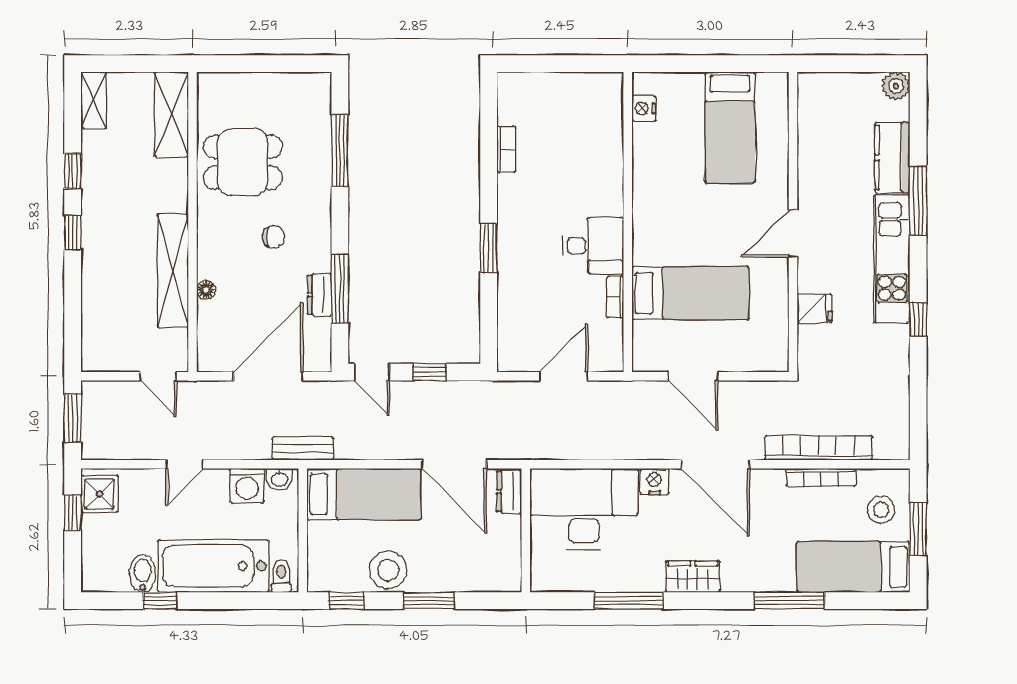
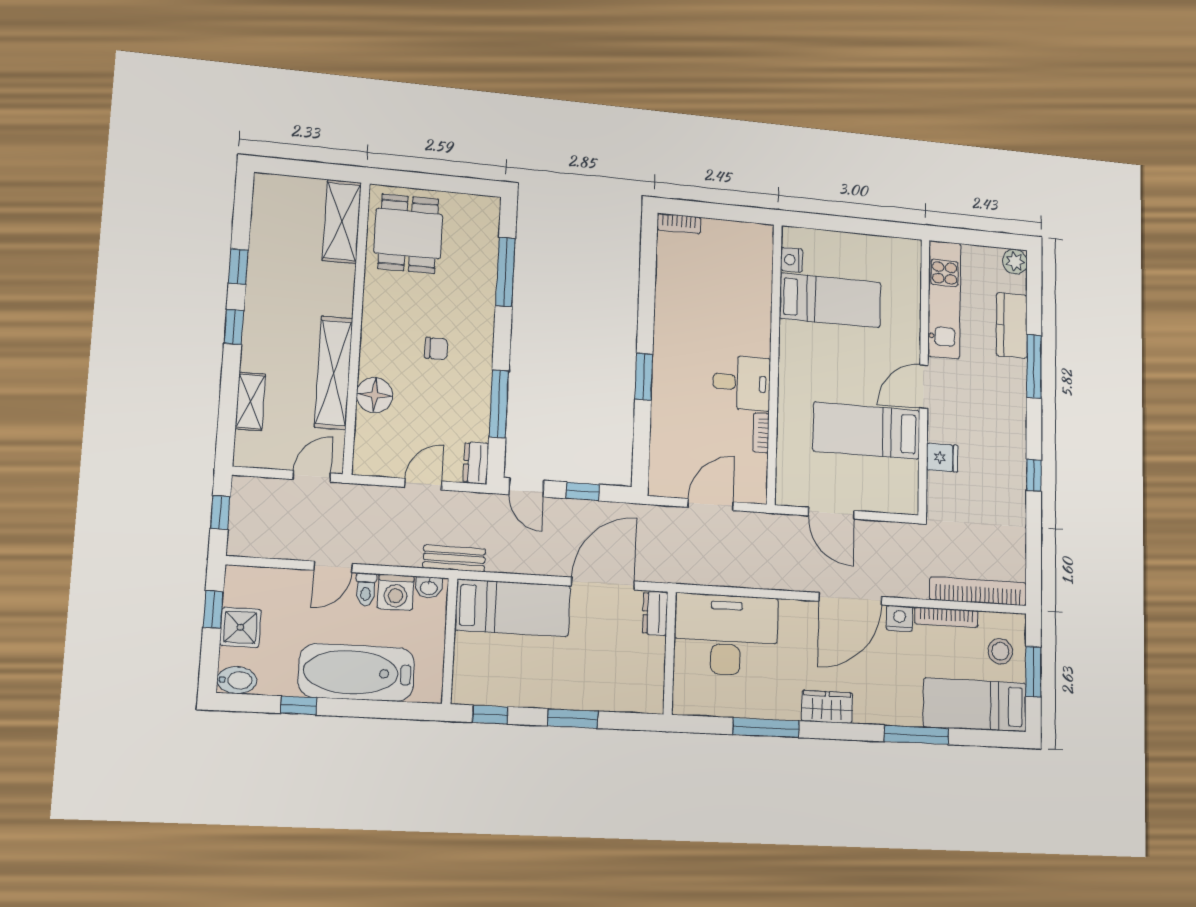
shelving: (94, 100) -> (250, 401), moved
bed: (730, 127) -> (830, 300), moved, turned -90
bookcase: (506, 149) -> (679, 224), moved, turned 90
dining table: (243, 162) -> (408, 234), moved, turned 90
kitchen unit: (892, 259) -> (944, 299), moved, turned 180
floor lamp: (206, 290) -> (375, 395), width x1.89, depth x1.89
bed: (690, 293) -> (867, 431), moved, turned 180
dresser: (320, 295) -> (476, 463), moved
door: (158, 376) -> (312, 476), swing flipped
door: (268, 376) -> (423, 484), width x0.53
window: (73, 418) -> (220, 512), width x0.67
bookcase: (818, 448) -> (978, 591), moved
door: (454, 464) -> (603, 584), swing flipped
door: (716, 464) -> (850, 599), hinge flipped
nightstand: (654, 482) -> (900, 618), moved
shower: (100, 494) -> (240, 627), moved
stool: (388, 570) -> (533, 686), removed
bidet: (143, 574) -> (237, 680), moved, turned 90
toilet: (281, 576) -> (366, 589), moved, turned 180

